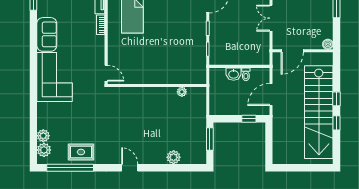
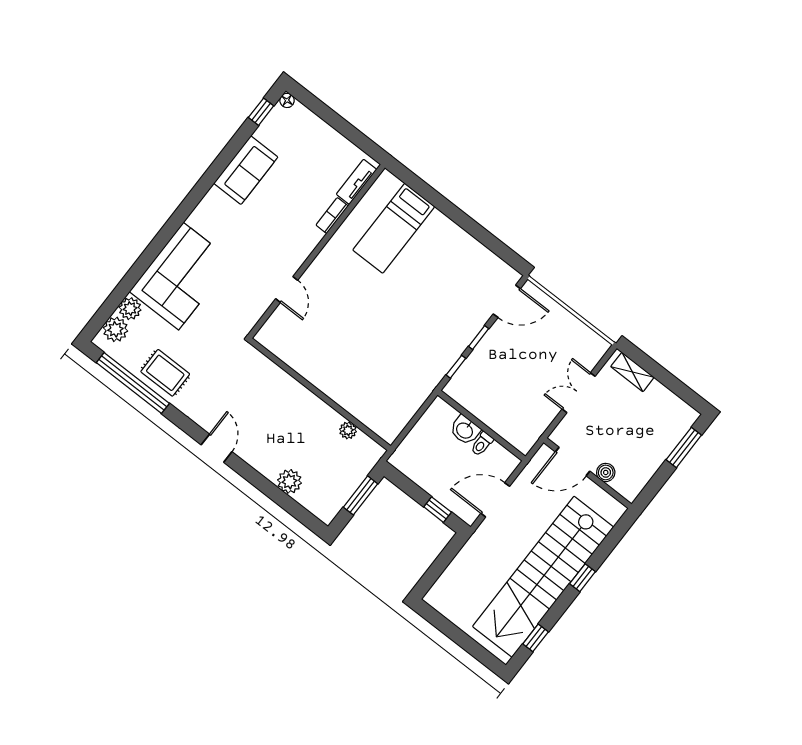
boiler: (328, 44) -> (606, 472), moved
corner sofa: (55, 77) -> (181, 276), moved
wall: (157, 85) -> (320, 394), moved
plant: (182, 92) -> (348, 430), moved
window: (337, 123) -> (536, 638), moved

